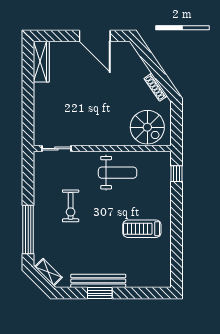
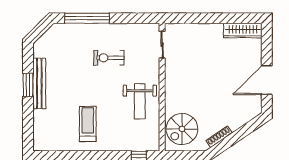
shelving: (48, 272) -> (47, 37), removed

